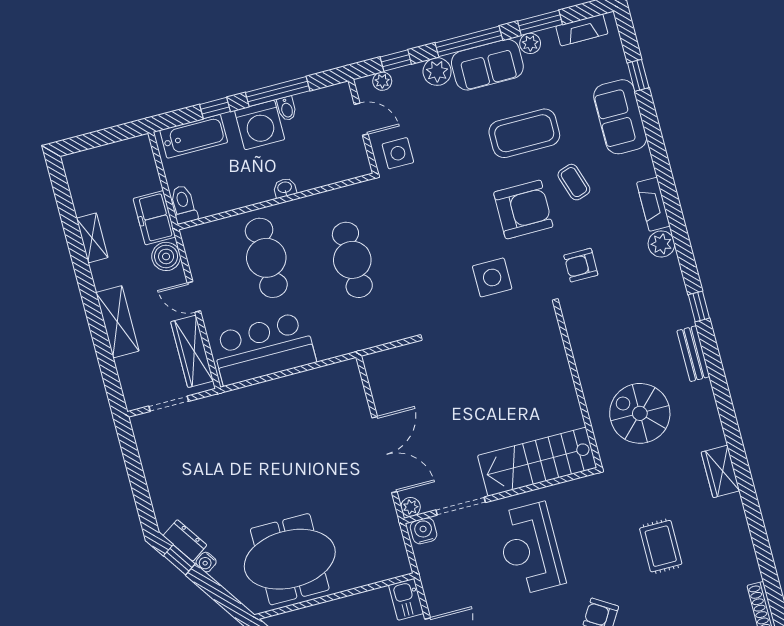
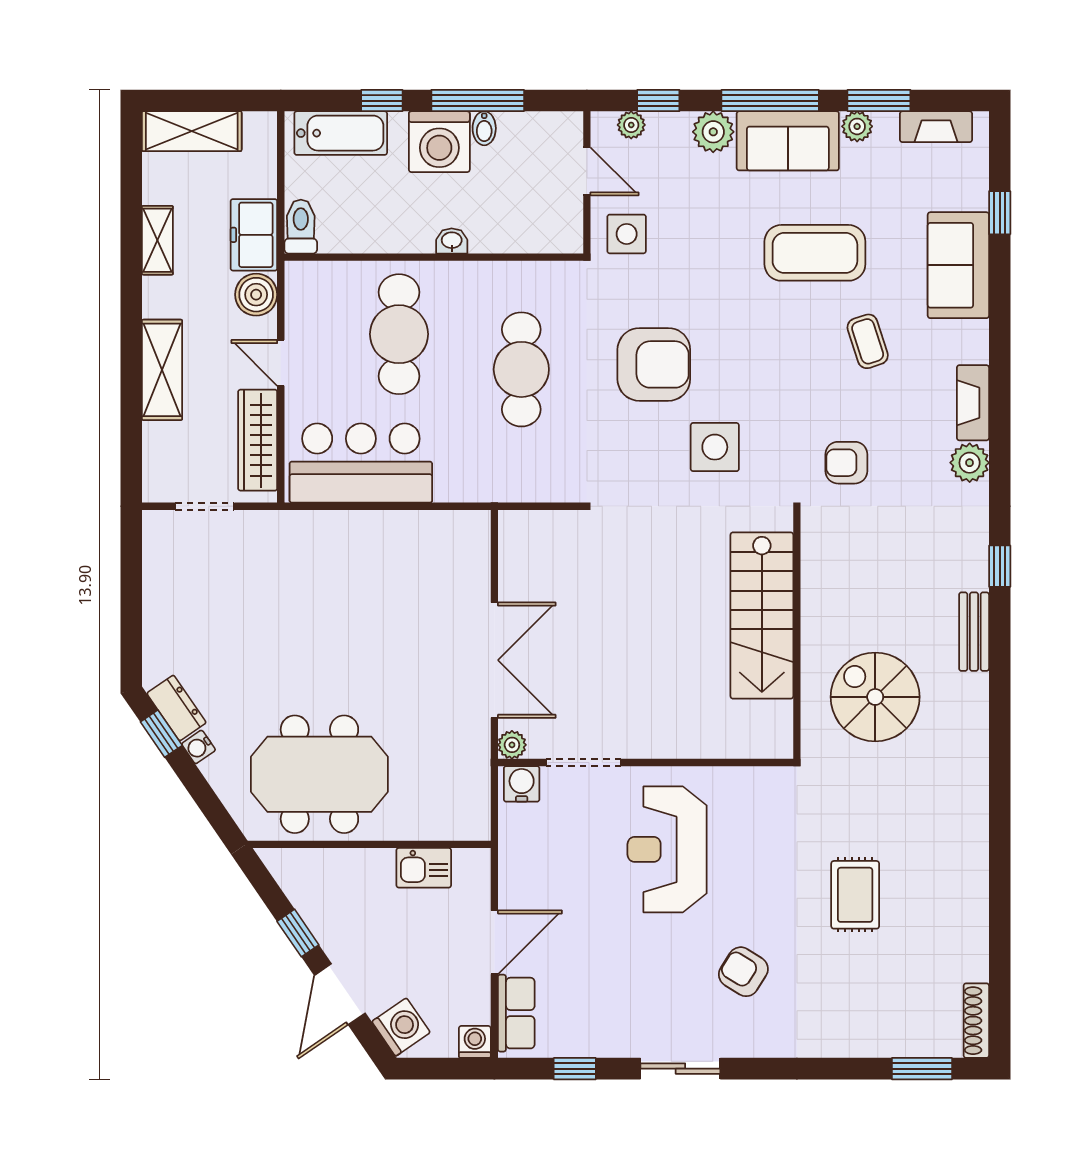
shelving: (96, 161) -> (192, 131), added
armchair: (523, 210) -> (654, 364), moved
stairs: (537, 462) -> (762, 615), moved, turned -90
wardrobe: (720, 471) -> (969, 810), removed
kitchen sink: (406, 599) -> (424, 868), moved, turned -90

